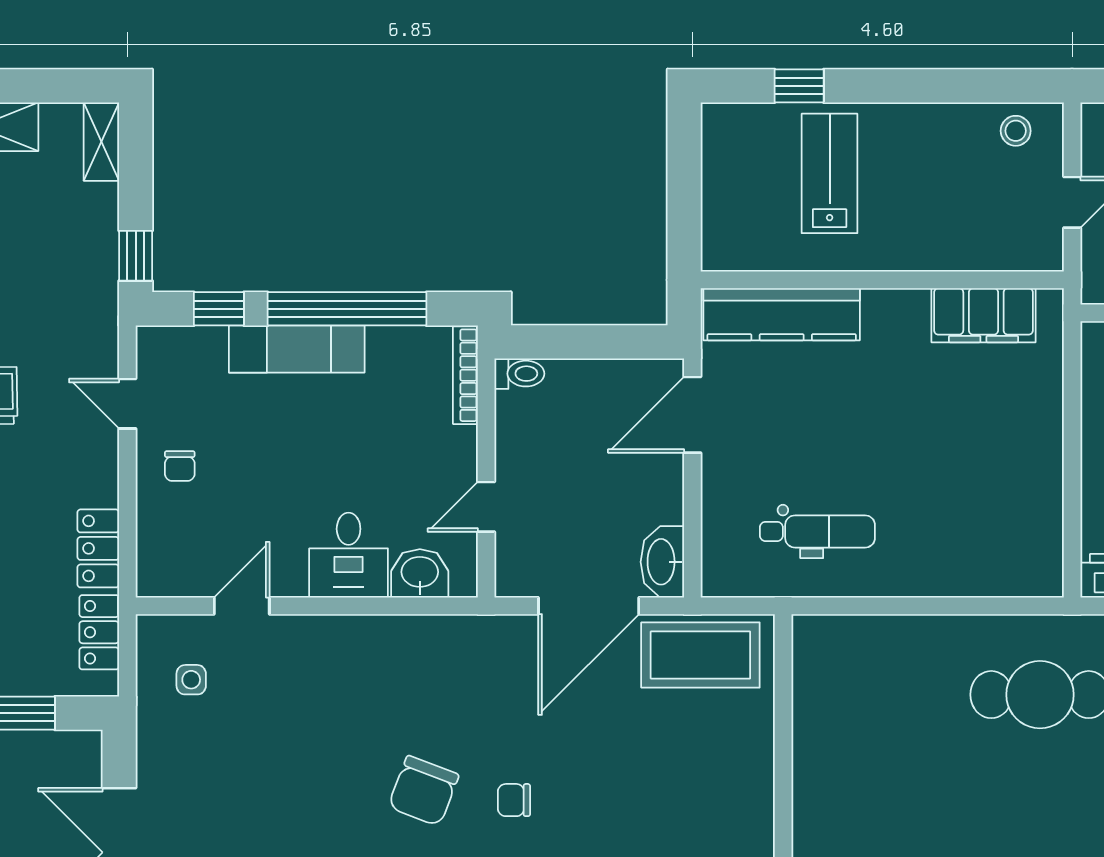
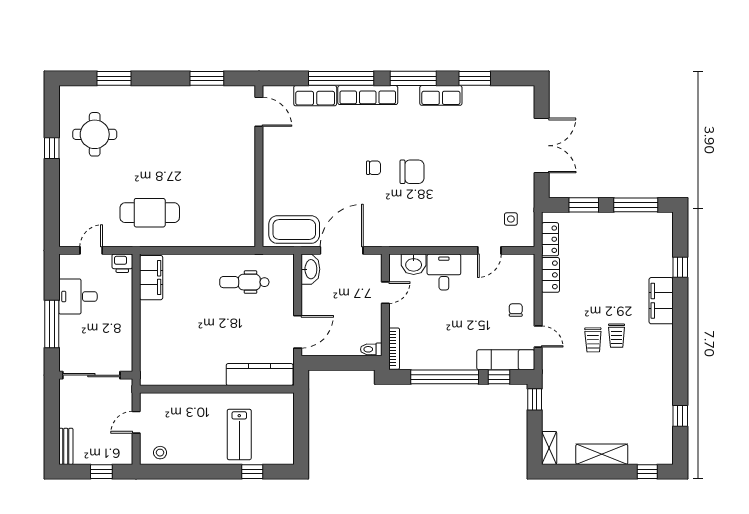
filing cabinet: (983, 315) -> (151, 278), moved, turned 90
exam couch: (297, 349) -> (506, 360), moved
chair: (423, 791) -> (412, 172), turned 69

